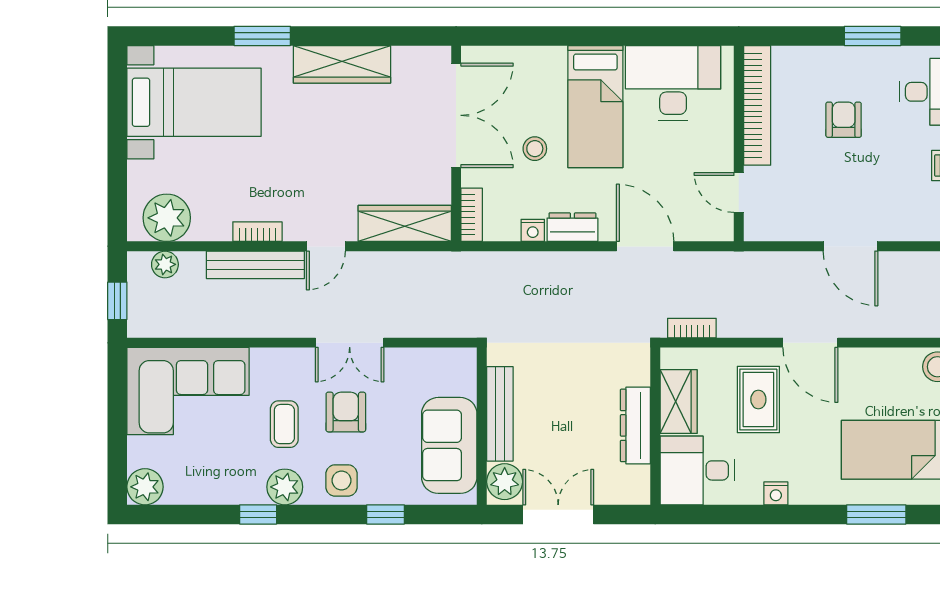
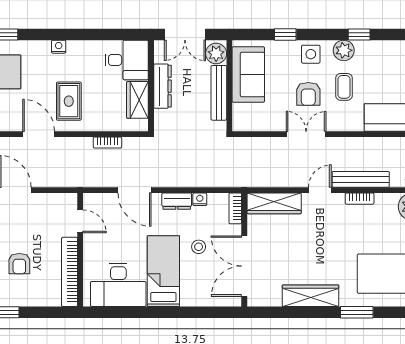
wardrobe: (679, 402) -> (137, 100), moved
dresser: (635, 425) -> (163, 86), moved
wall: (655, 426) -> (151, 86), moved
desk: (697, 470) -> (127, 60), moved

